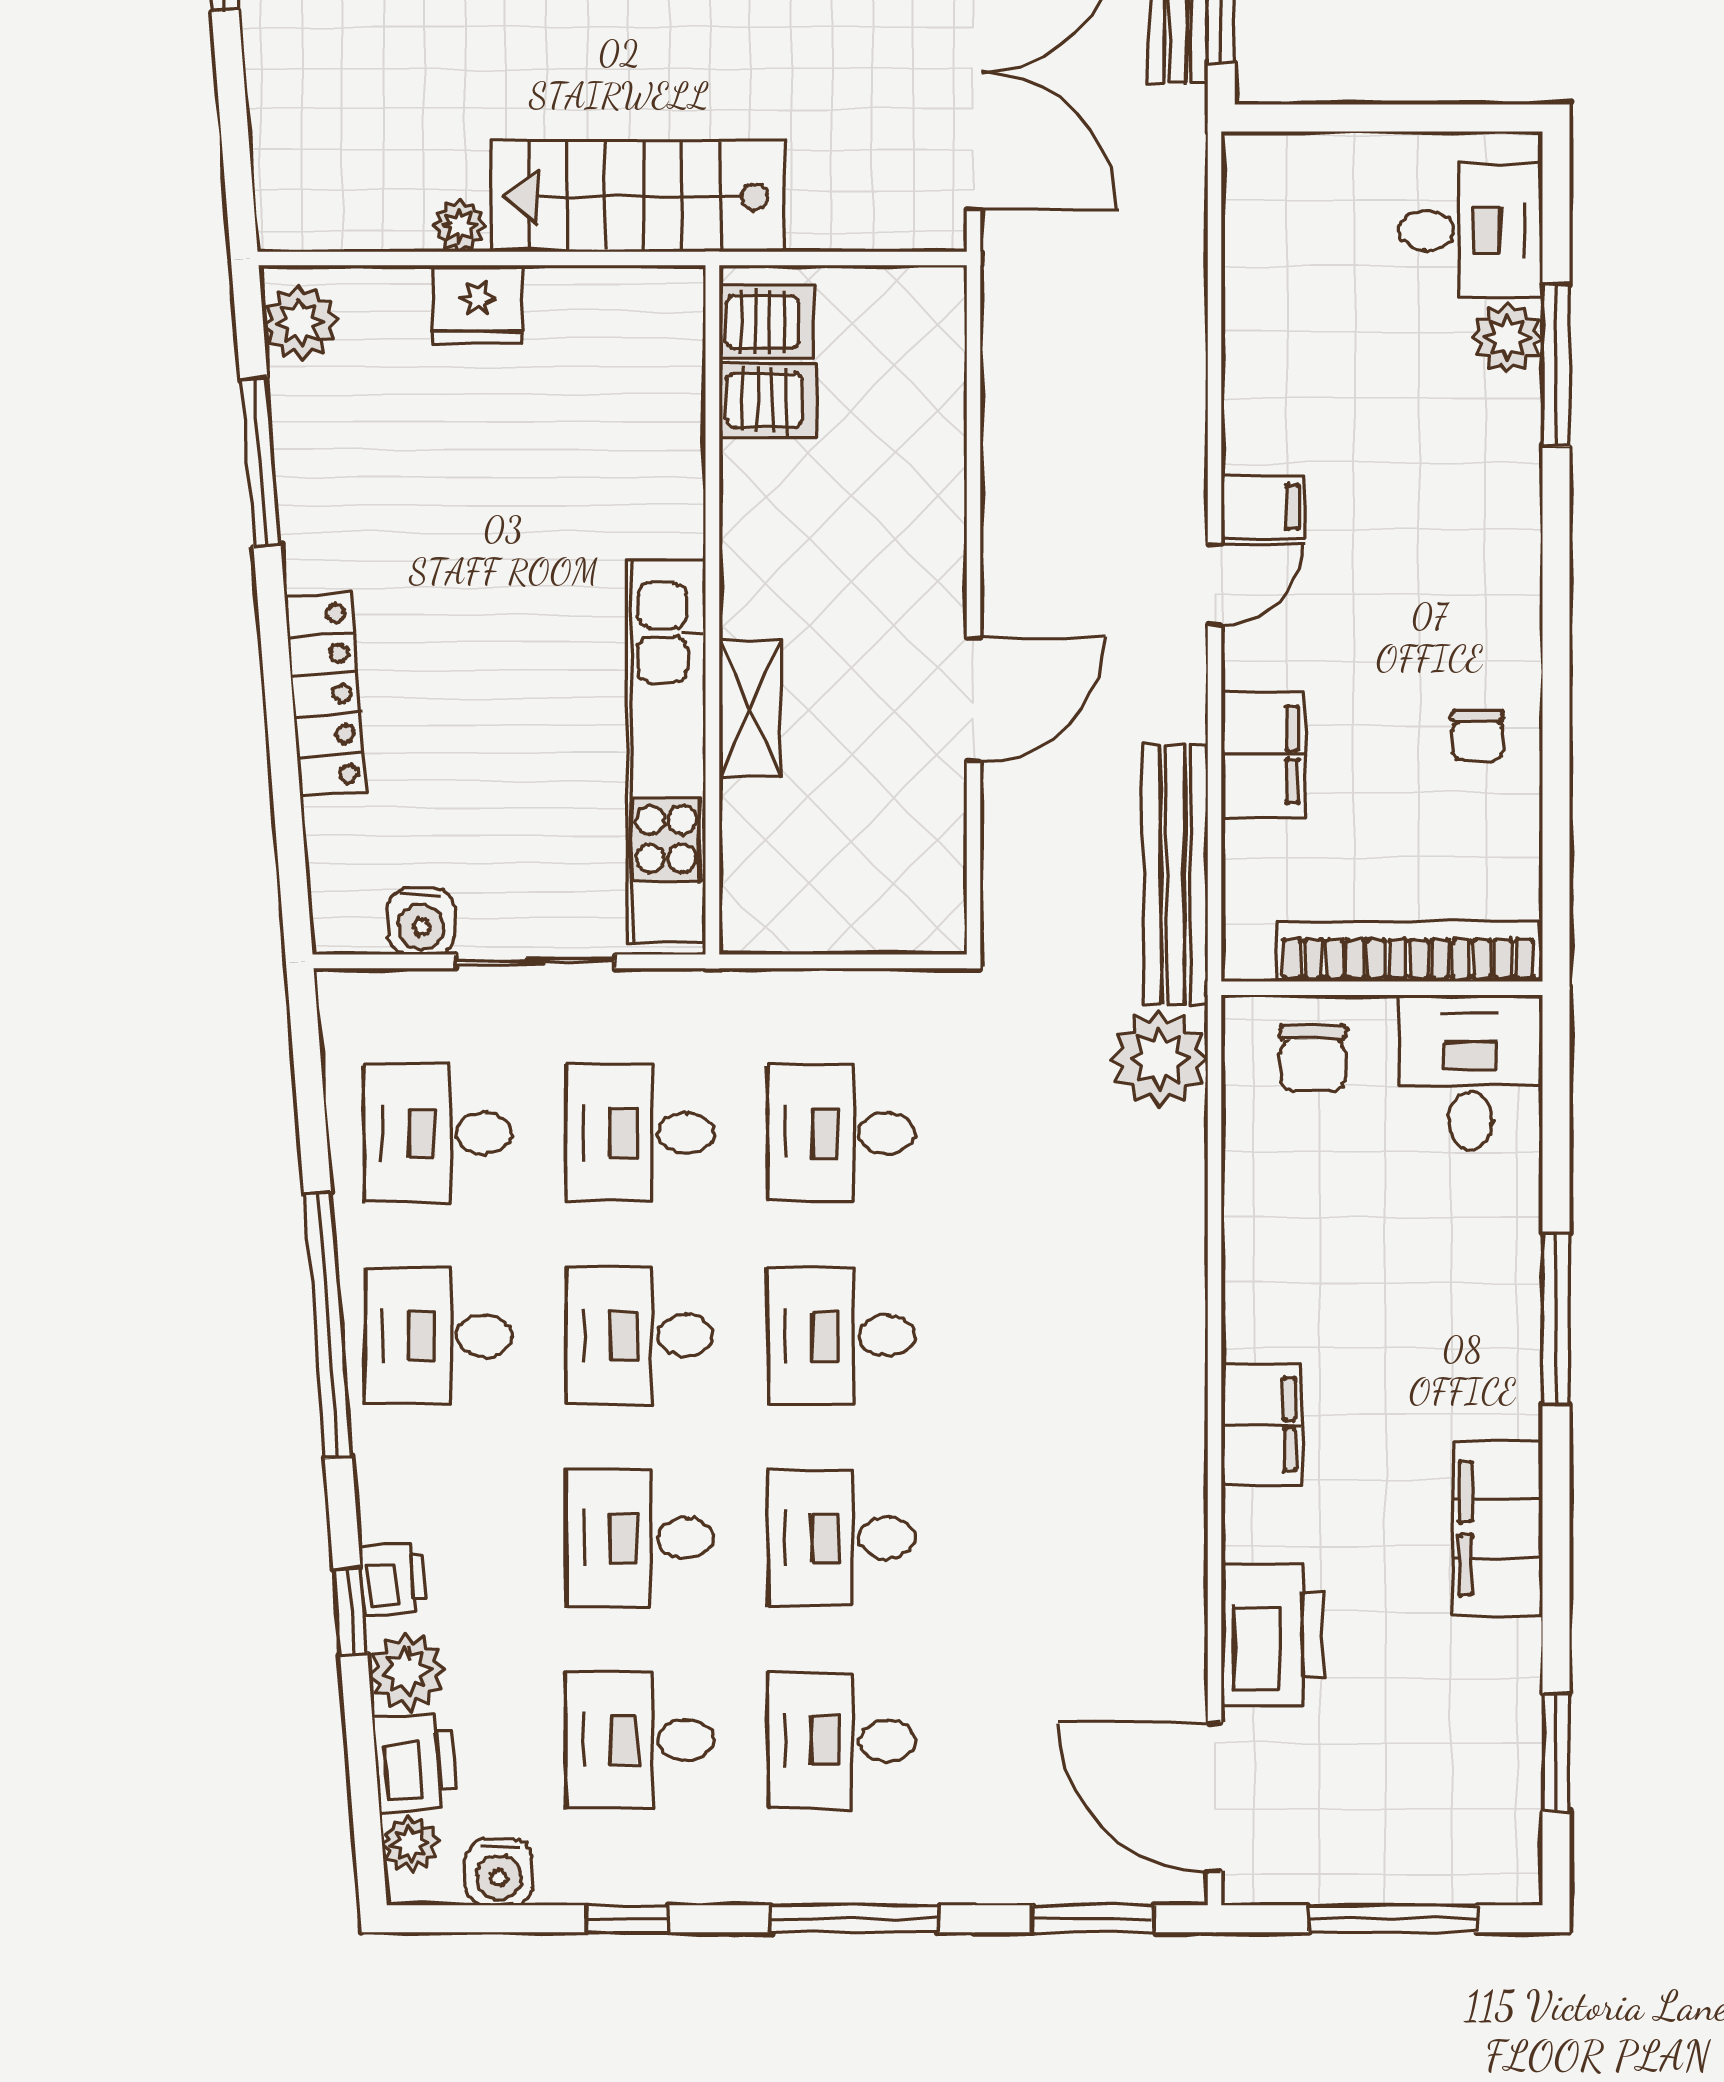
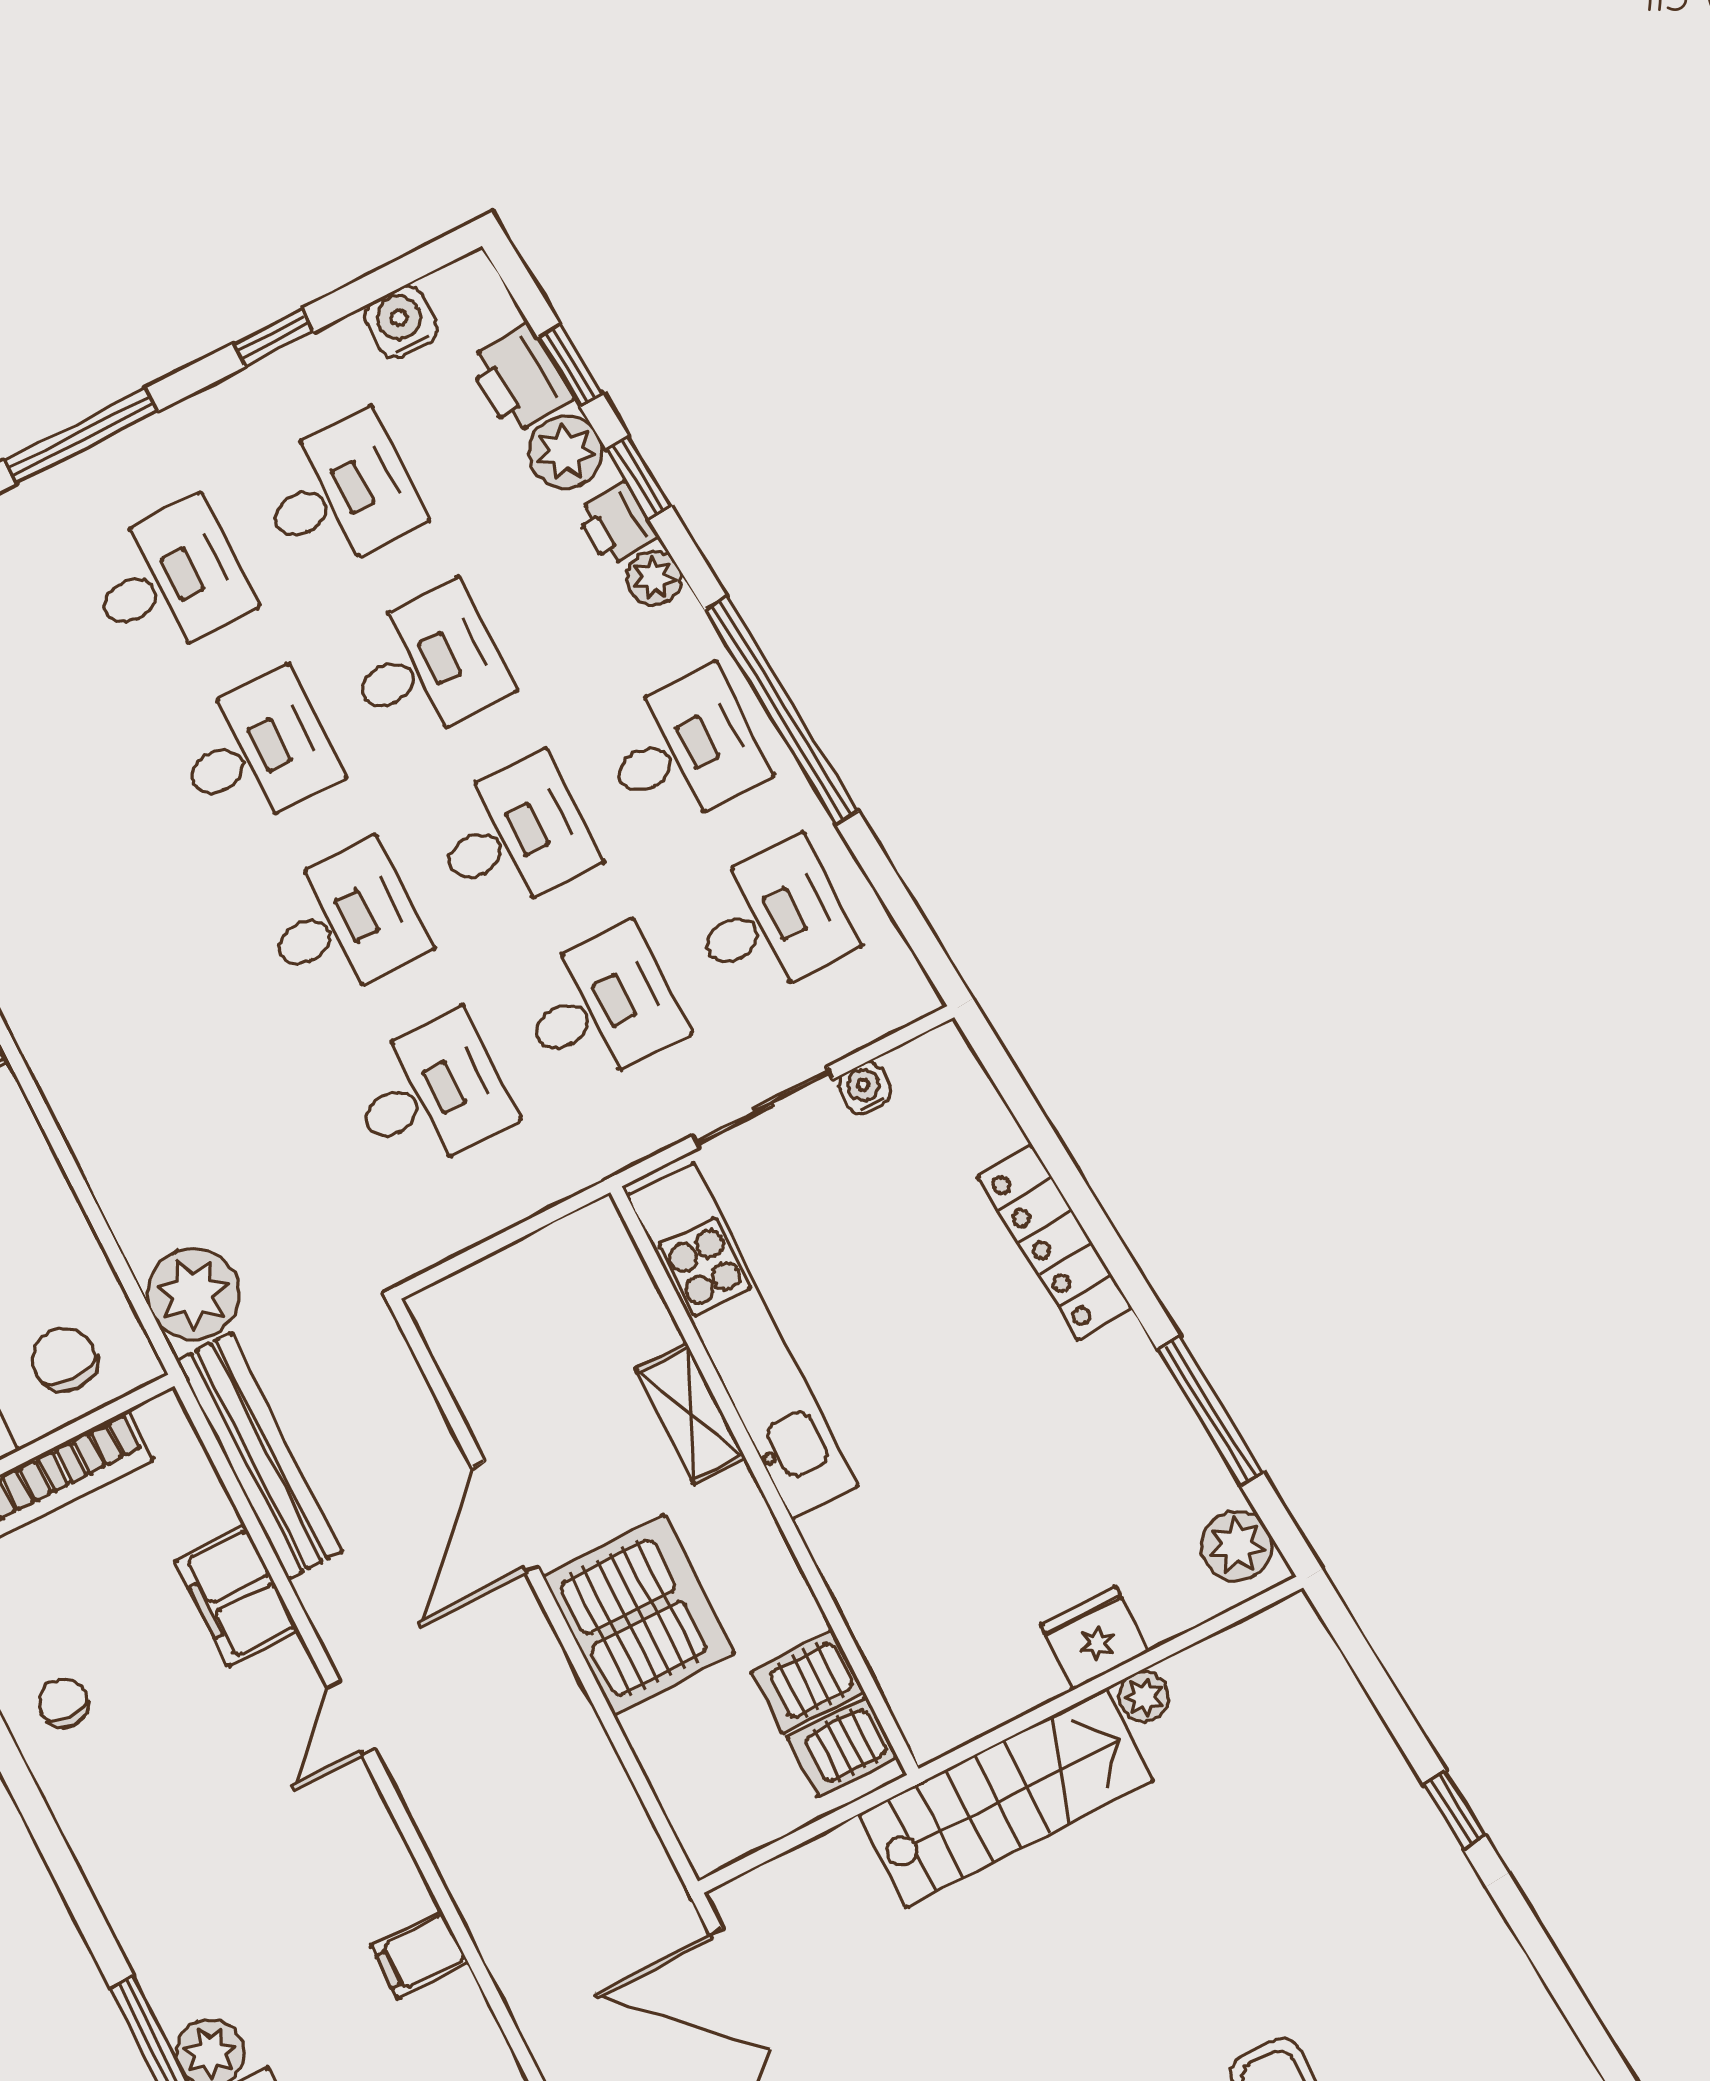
filing cabinet: (1263, 507) -> (419, 1954), moved
server rack: (895, 544) -> (639, 1615), added
water cooler: (421, 921) -> (865, 1088), width x0.72, depth x0.72
window: (361, 1751) -> (570, 366), added
plant: (410, 1844) -> (654, 578), moved

